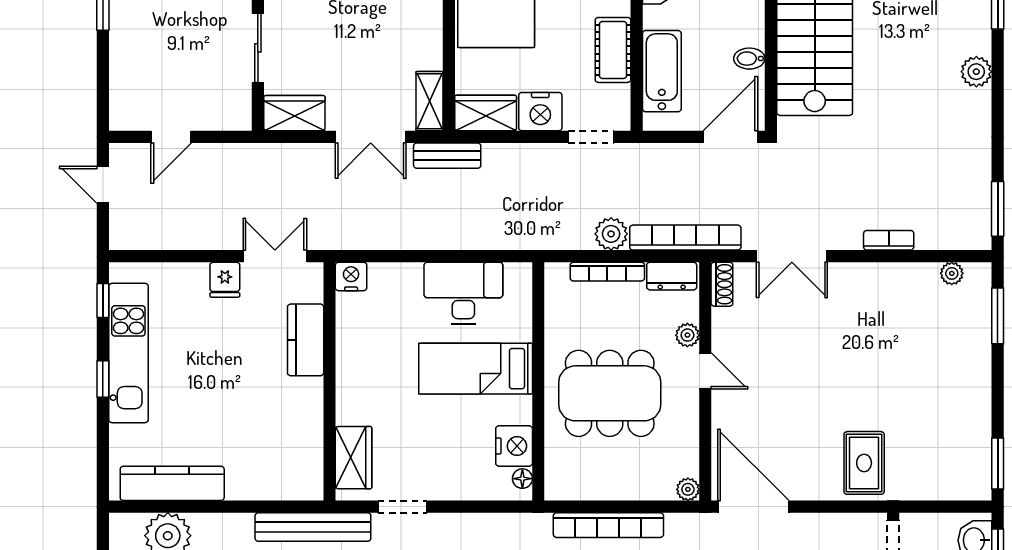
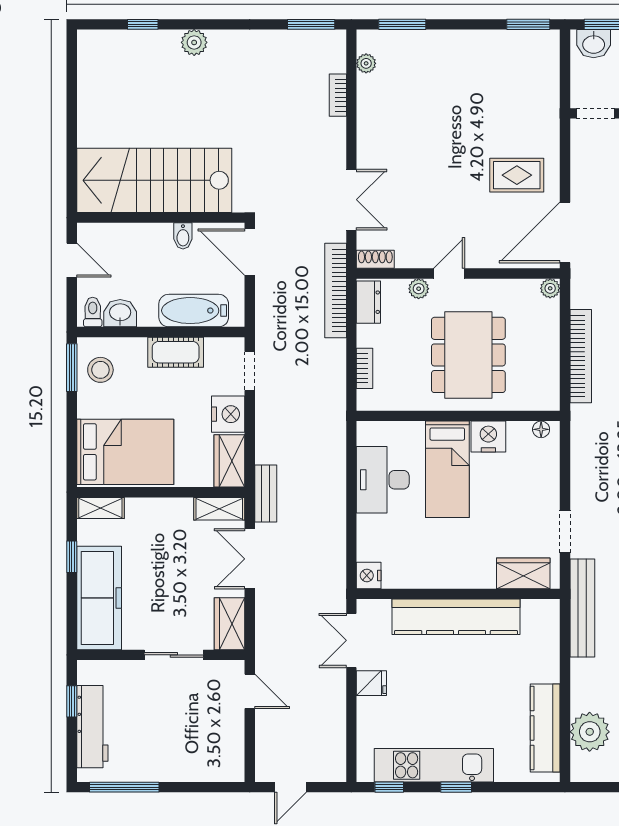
door: (171, 137) -> (250, 691), moved
double door: (371, 137) -> (250, 559), swing flipped
plant: (611, 234) -> (332, 354), removed
bookcase: (889, 240) -> (338, 95), moved
bookcase: (607, 272) -> (365, 368), width x0.64
kitchen counter: (306, 340) -> (456, 617), width x2.08, depth x1.17
nightstand: (514, 446) -> (488, 437), moved
rug: (864, 463) -> (517, 175), moved

